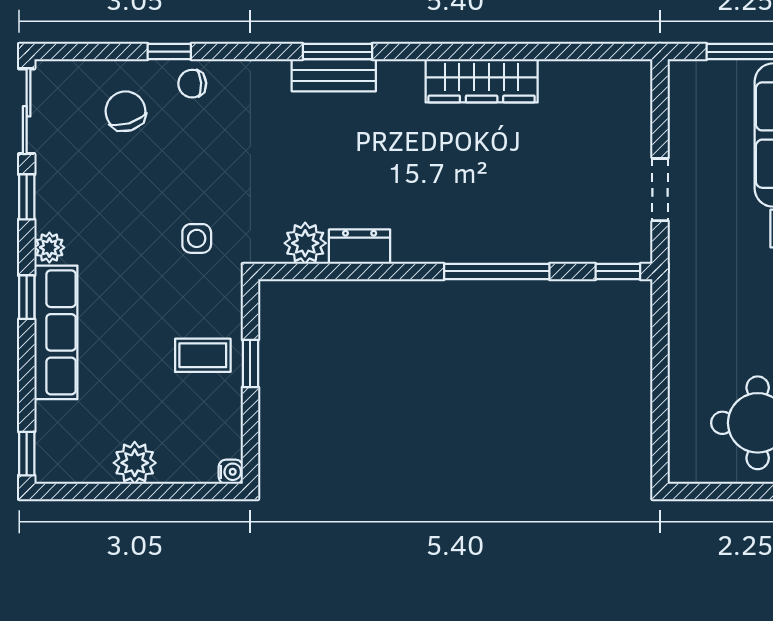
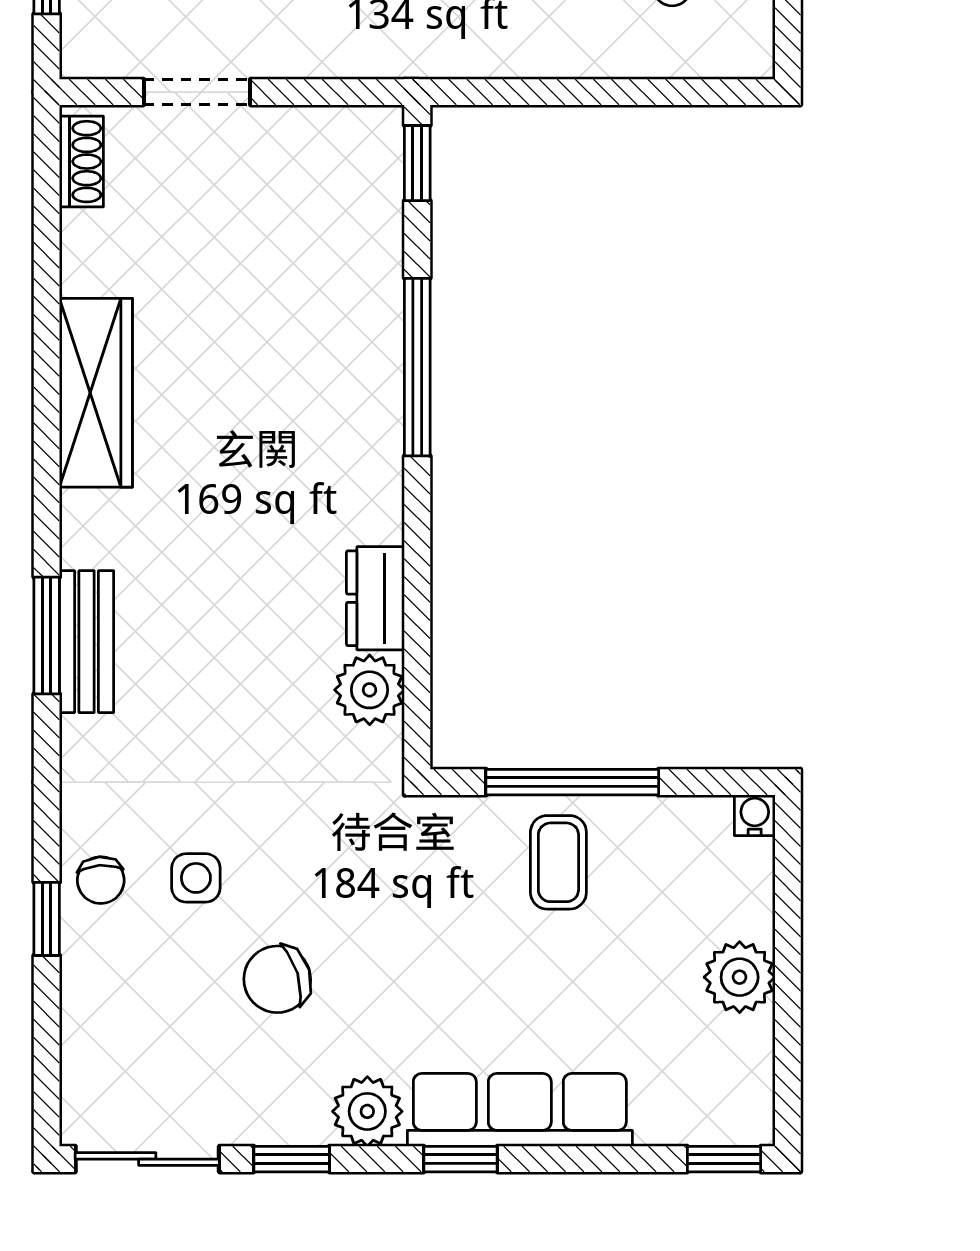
shoe rack: (619, 72) -> (81, 162), added
chair: (125, 111) -> (277, 979), moved
doorway: (660, 190) -> (197, 92), moved
side table: (197, 238) -> (196, 878), moved
plant: (49, 247) -> (367, 1111), width x1.38, depth x1.38
window: (250, 364) -> (572, 782), width x2.17

